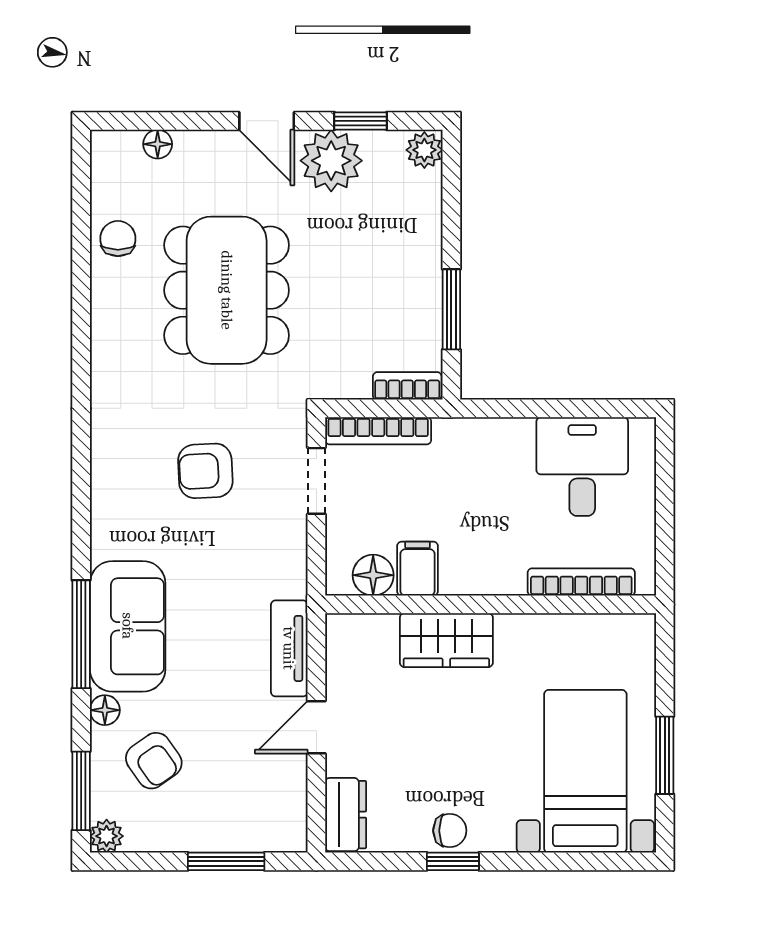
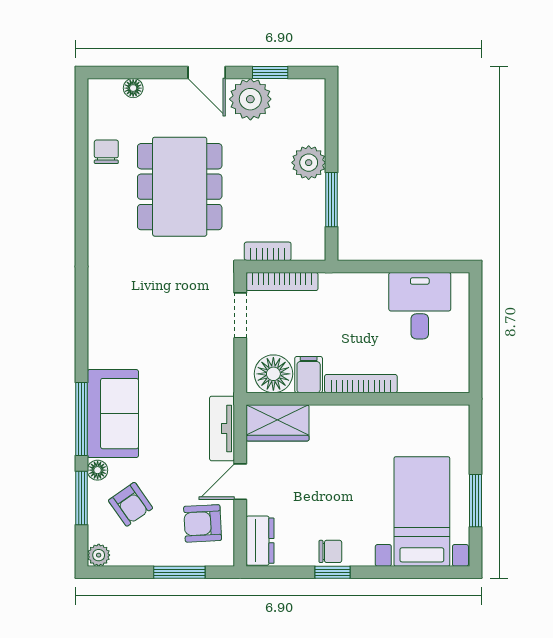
plant: (424, 150) -> (309, 163), moved, width x1.38, depth x1.38
bookcase: (407, 386) -> (268, 251), moved
armchair: (205, 471) -> (203, 523), moved
floor lamp: (373, 575) -> (273, 374), width x1.38, depth x1.38
bookcase: (581, 582) -> (361, 384), moved
wardrobe: (446, 640) -> (278, 423), moved
window: (81, 791) -> (82, 498), moved

